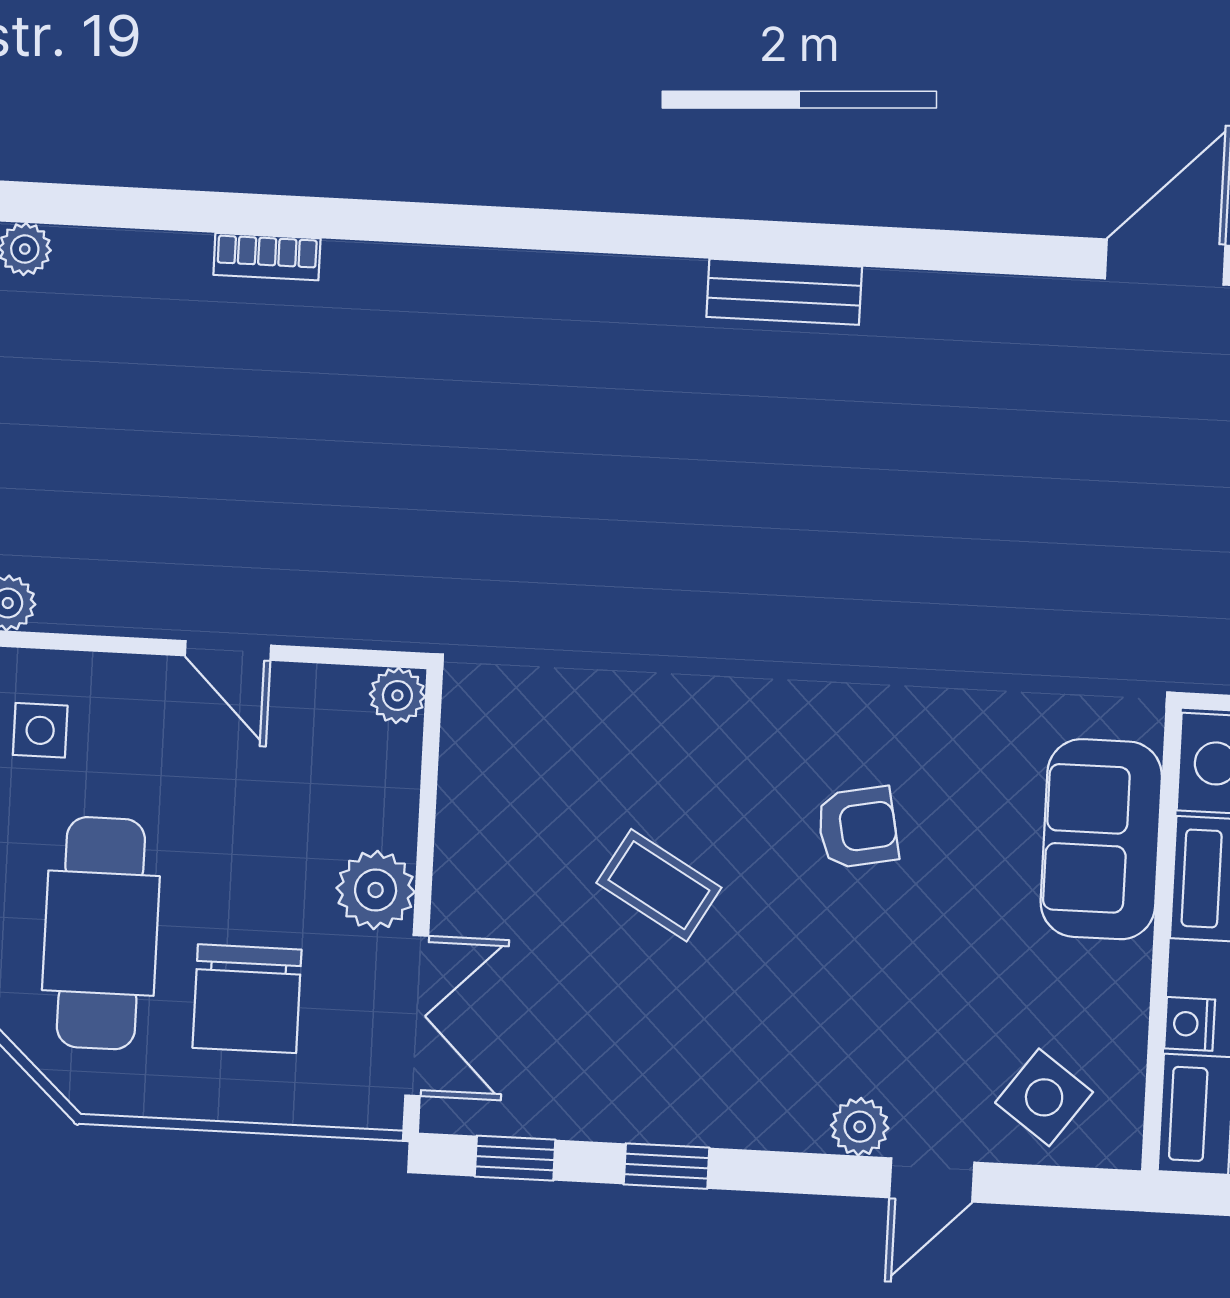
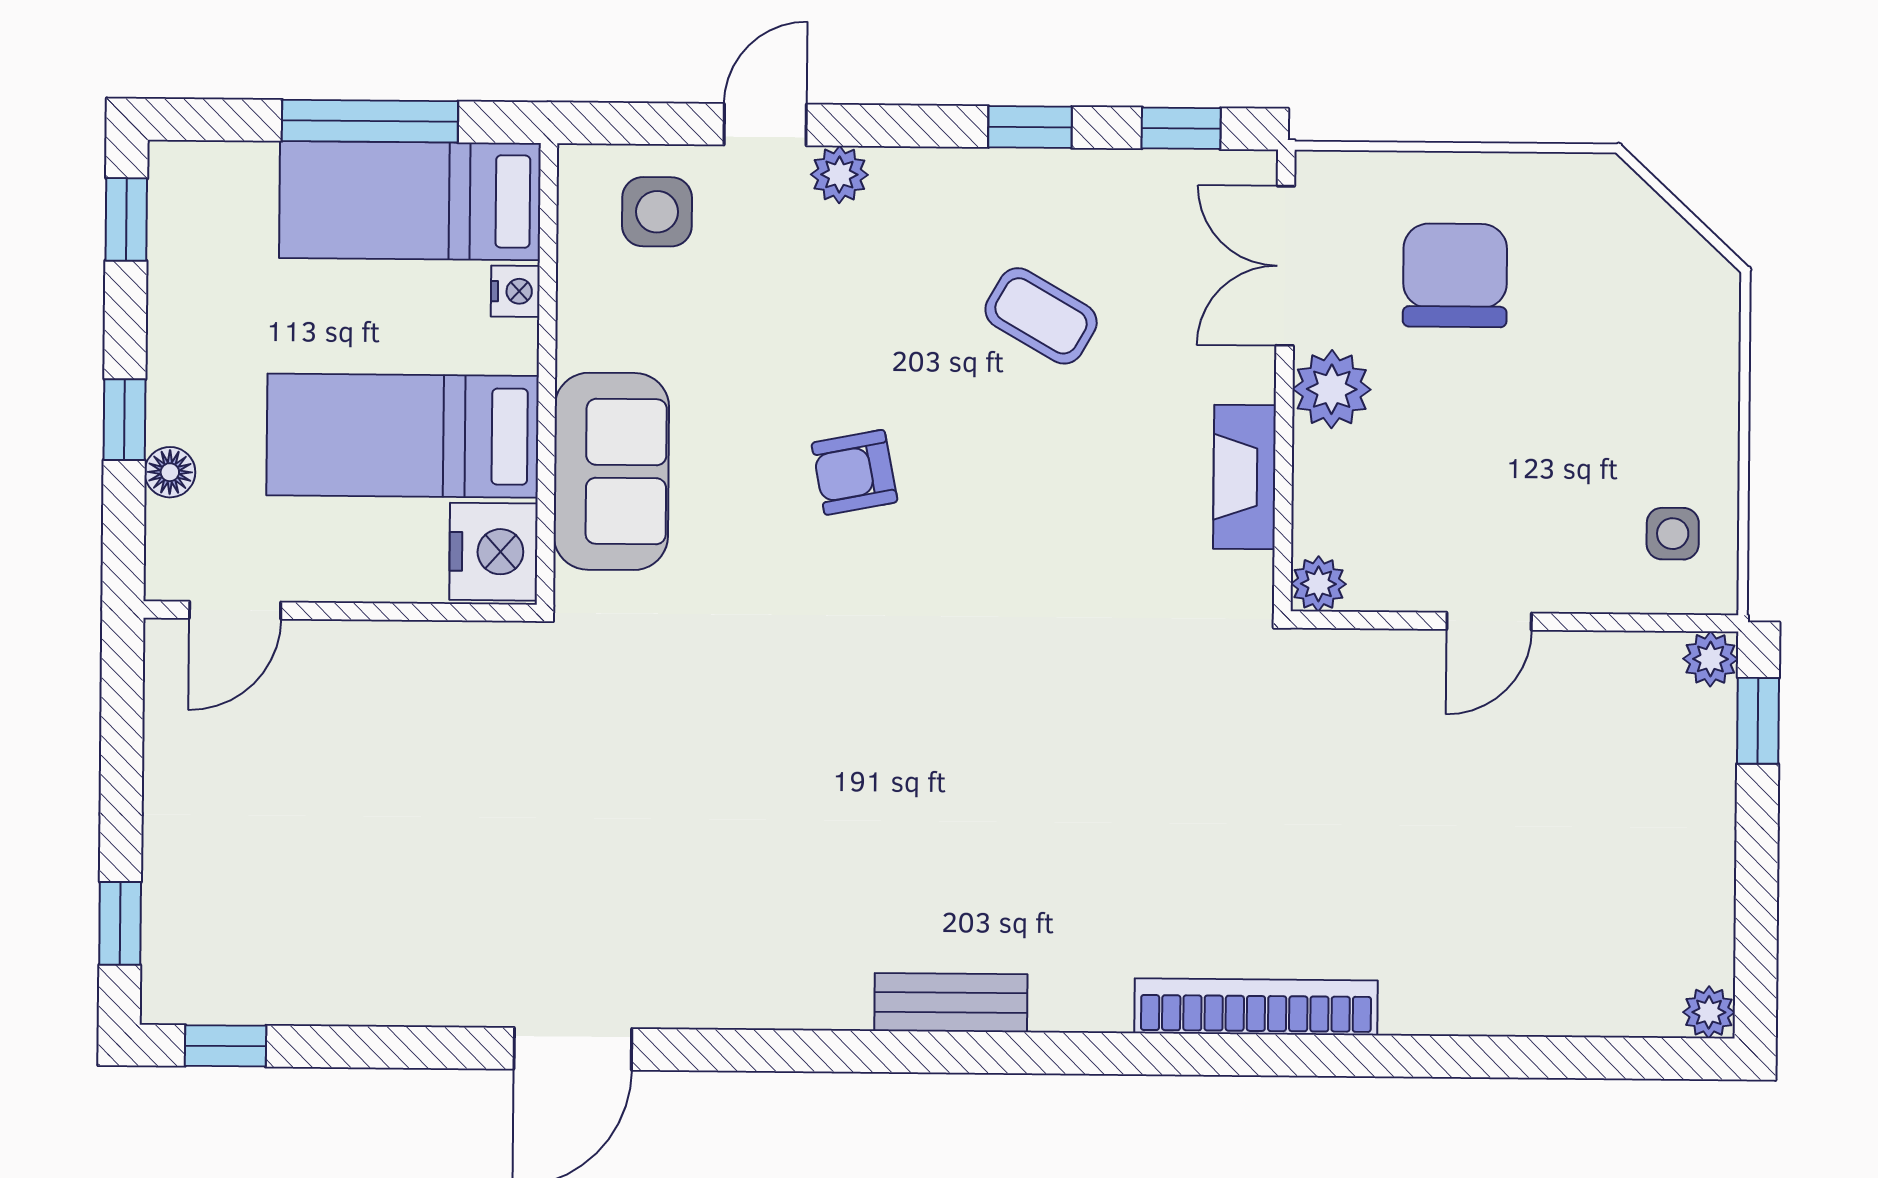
bookcase: (267, 257) -> (1256, 1007), moved, width x2.31, depth x1.31
door: (228, 651) -> (1489, 621), swing flipped
fireplace: (467, 806) -> (1245, 477), added
coffee table: (659, 885) -> (1041, 316), moved
cafe table: (101, 933) -> (1603, 334), removed
side table: (1044, 1097) -> (657, 212), turned -36

